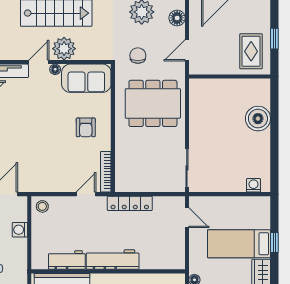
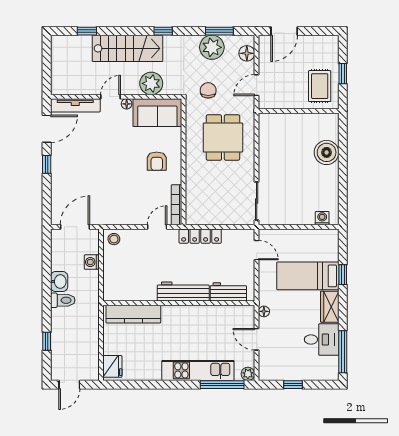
plant: (64, 49) -> (151, 83), moved
dining table: (153, 103) -> (223, 138), width x0.73
workbench: (67, 260) -> (228, 292), moved

